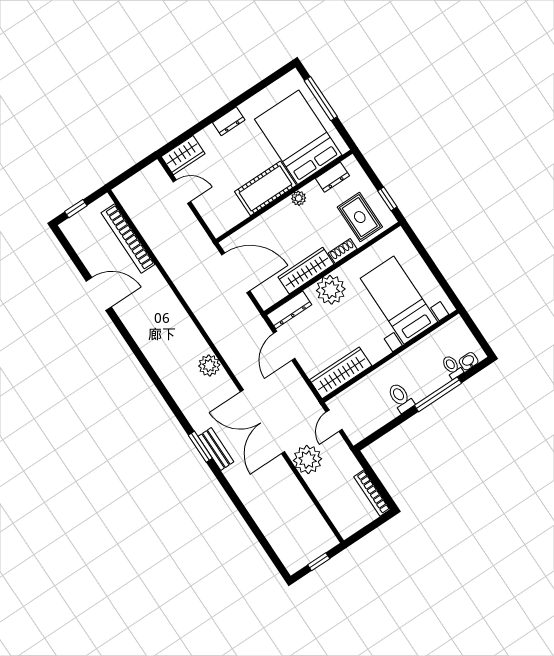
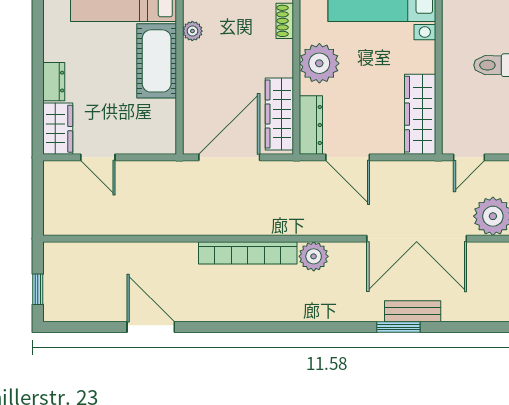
dresser: (229, 121) -> (54, 82), moved
door: (182, 192) -> (98, 157), swing flipped
bookcase: (128, 238) -> (248, 253), moved
wardrobe: (306, 271) -> (279, 114), moved
door: (99, 294) -> (151, 327), hinge flipped
door: (334, 421) -> (469, 157), hinge flipped

